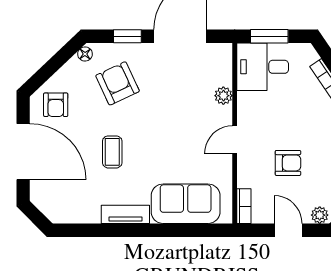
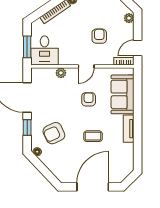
armchair: (56, 105) -> (89, 99), moved, turned -90
door: (235, 140) -> (86, 66), hinge flipped
door: (288, 230) -> (138, 48), moved

